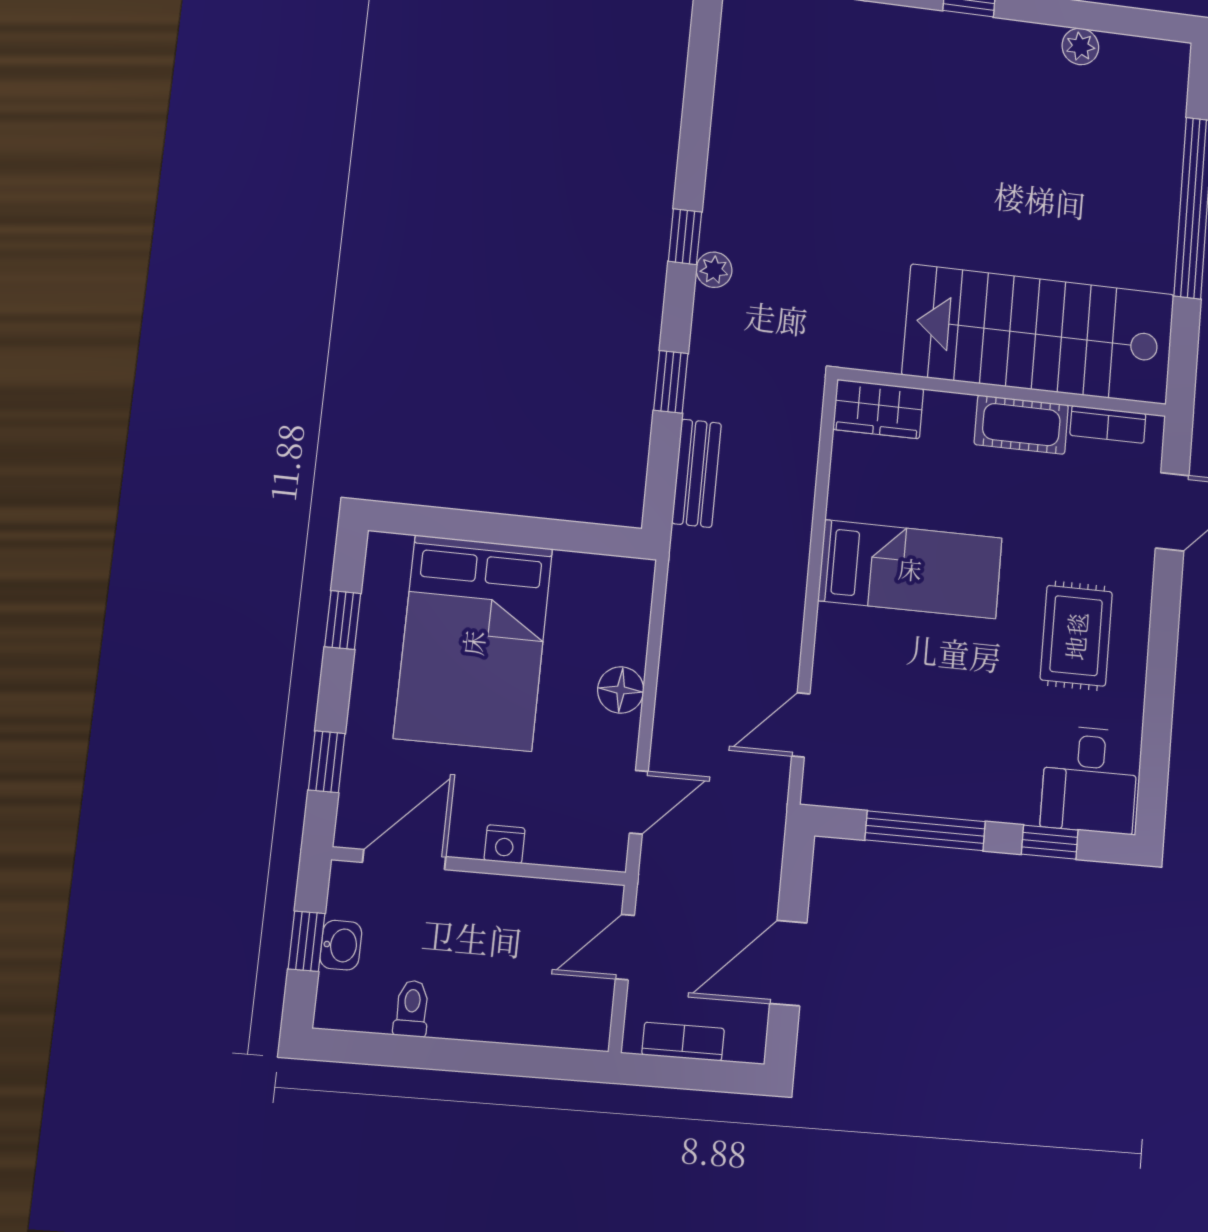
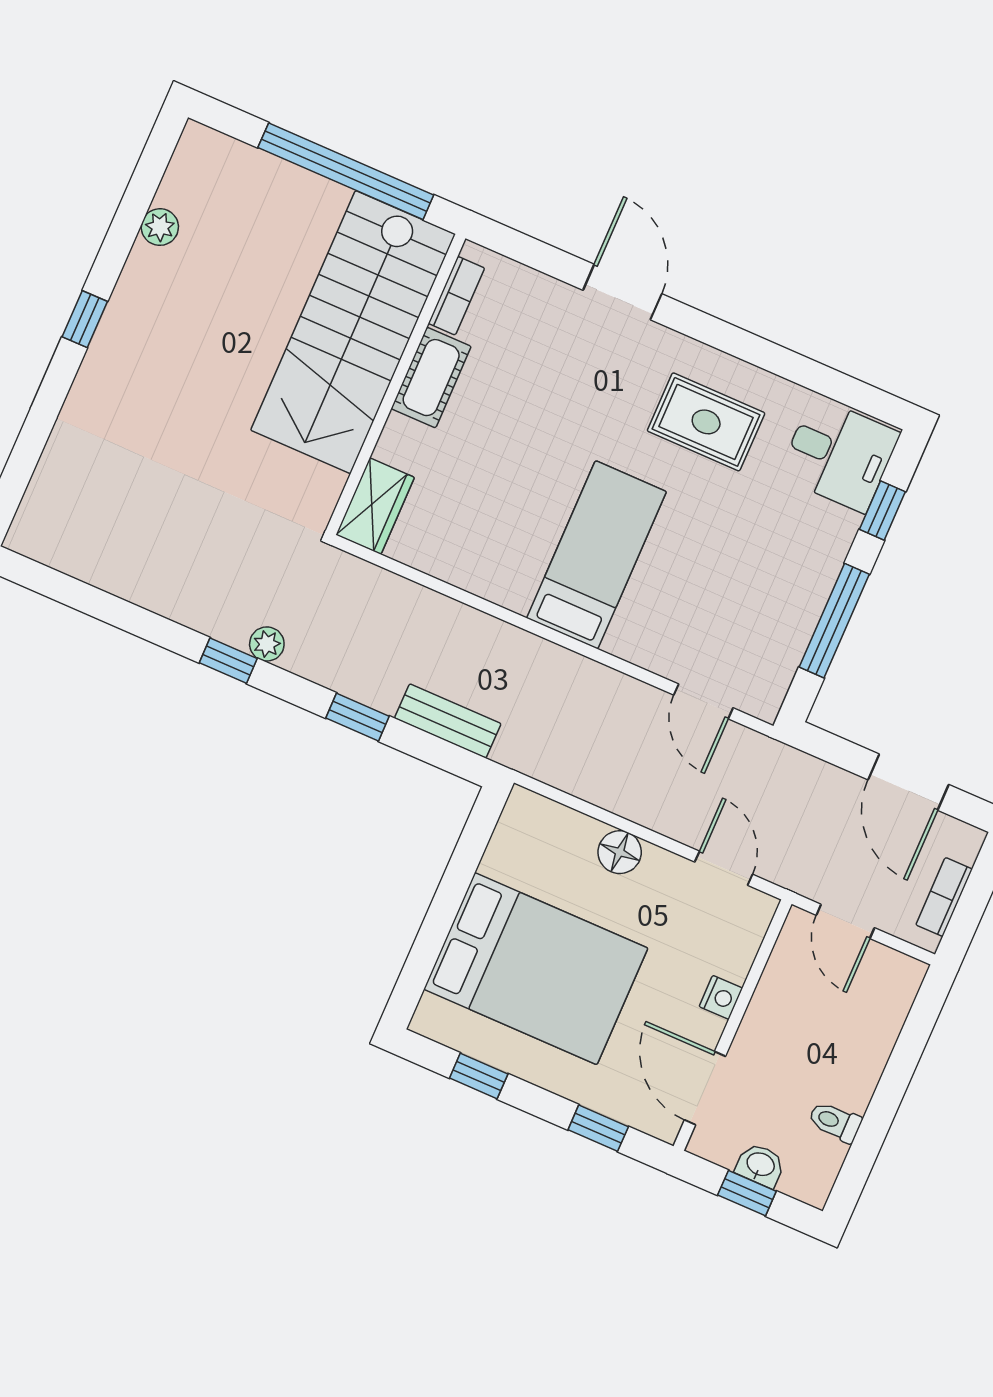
stairs: (1039, 335) -> (353, 332), moved
wall: (1003, 392) -> (396, 384), moved
wardrobe: (878, 409) -> (375, 506), moved
bookcase: (1108, 424) -> (456, 296), moved
cot: (1021, 425) -> (431, 378), moved

